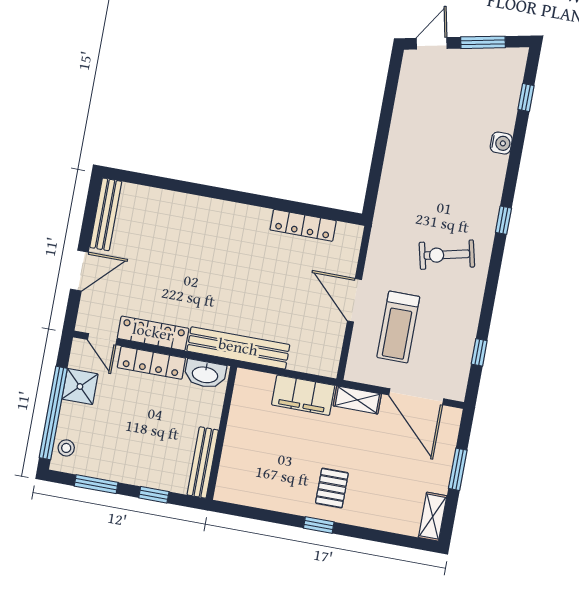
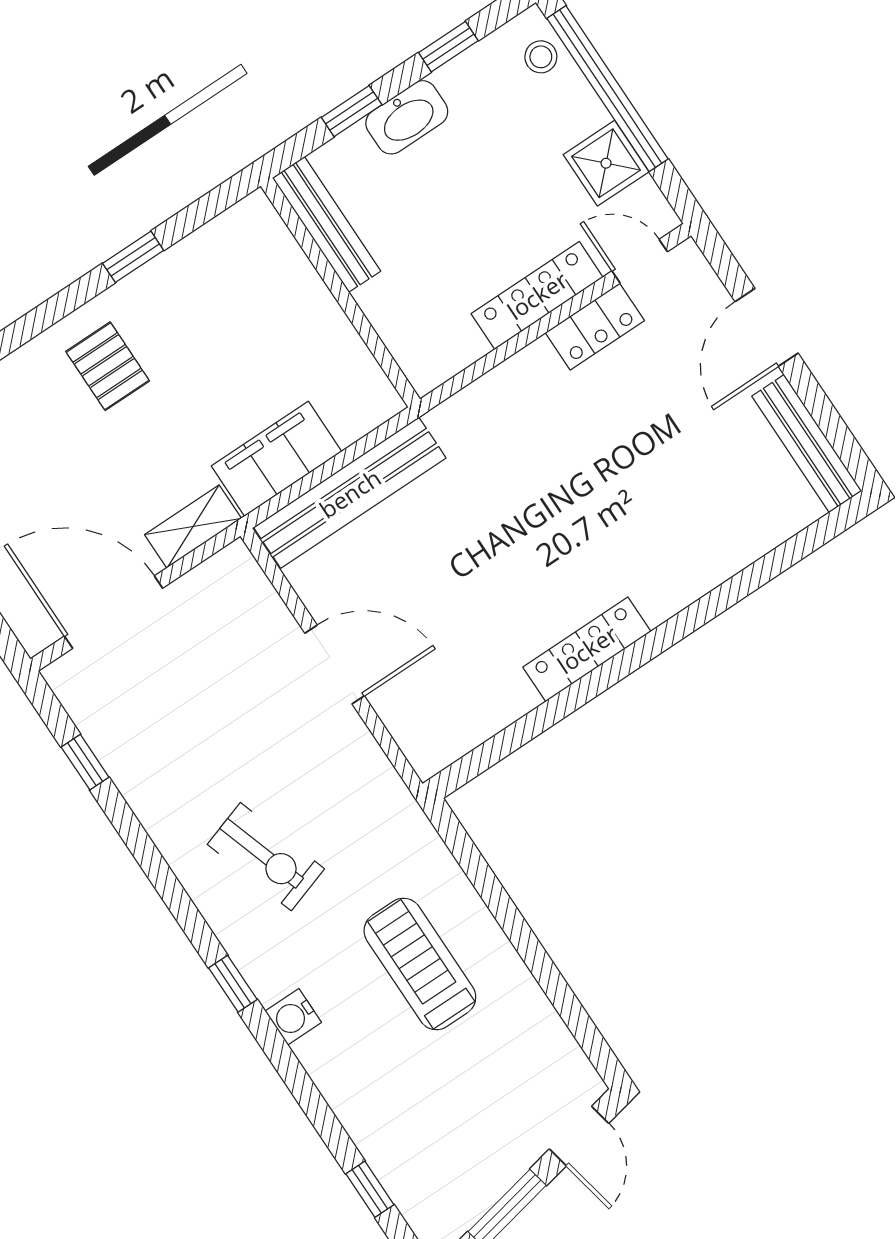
water cooler: (501, 143) -> (293, 1017), moved
locker: (303, 225) -> (587, 649), moved
exercise bike: (447, 255) -> (266, 857), turned 85
treadmill: (398, 327) -> (420, 964), moved
locker: (153, 333) -> (595, 327), width x0.66
bench: (238, 348) -> (350, 493), moved
washbasin: (205, 374) -> (407, 117), moved, turned 180
window: (96, 484) -> (448, 47), width x0.67
window: (319, 525) -> (133, 257), moved

